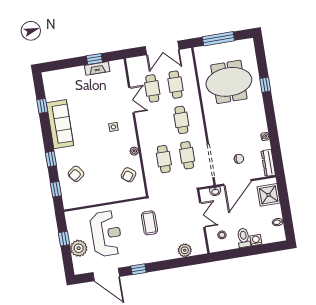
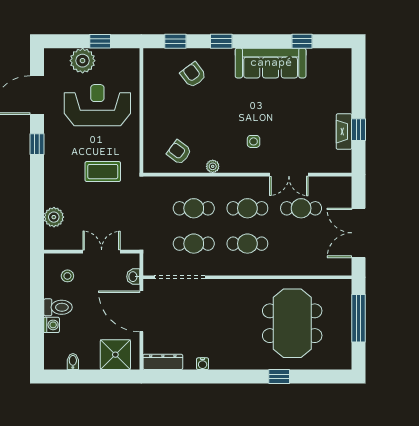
cafe table: (176, 85) -> (247, 208), moved
chair: (239, 159) -> (176, 320), removed
double door: (202, 215) -> (102, 252), swing flipped
reception desk: (106, 234) -> (97, 105), turned 180

